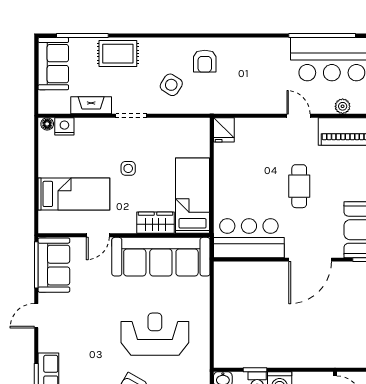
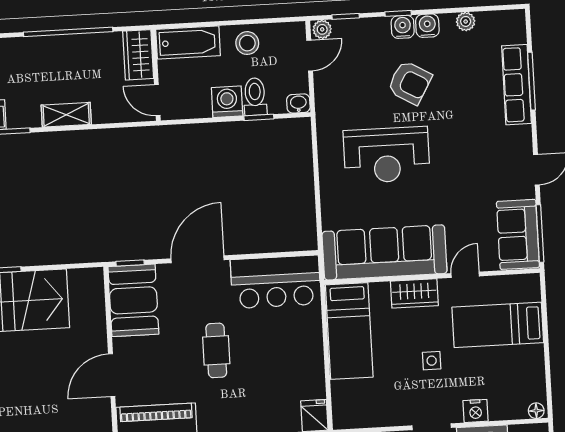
nightstand: (64, 126) -> (476, 411), moved
wardrobe: (156, 223) -> (414, 293), moved

